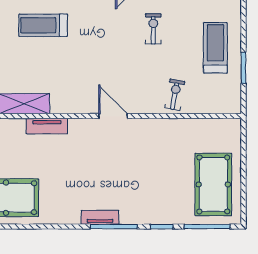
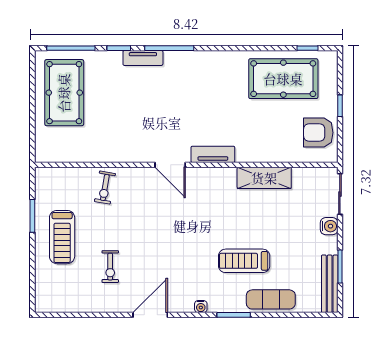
treadmill: (43, 25) -> (244, 261), turned 180
exercise bike: (153, 29) -> (110, 267), moved
tv unit: (47, 126) -> (213, 154), moved
tv unit: (100, 217) -> (143, 58), moved

